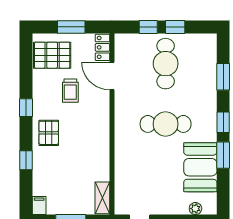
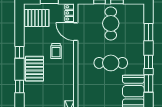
trolley: (70, 91) -> (56, 51), moved
pallet: (49, 133) -> (34, 69), width x1.50, depth x1.42

